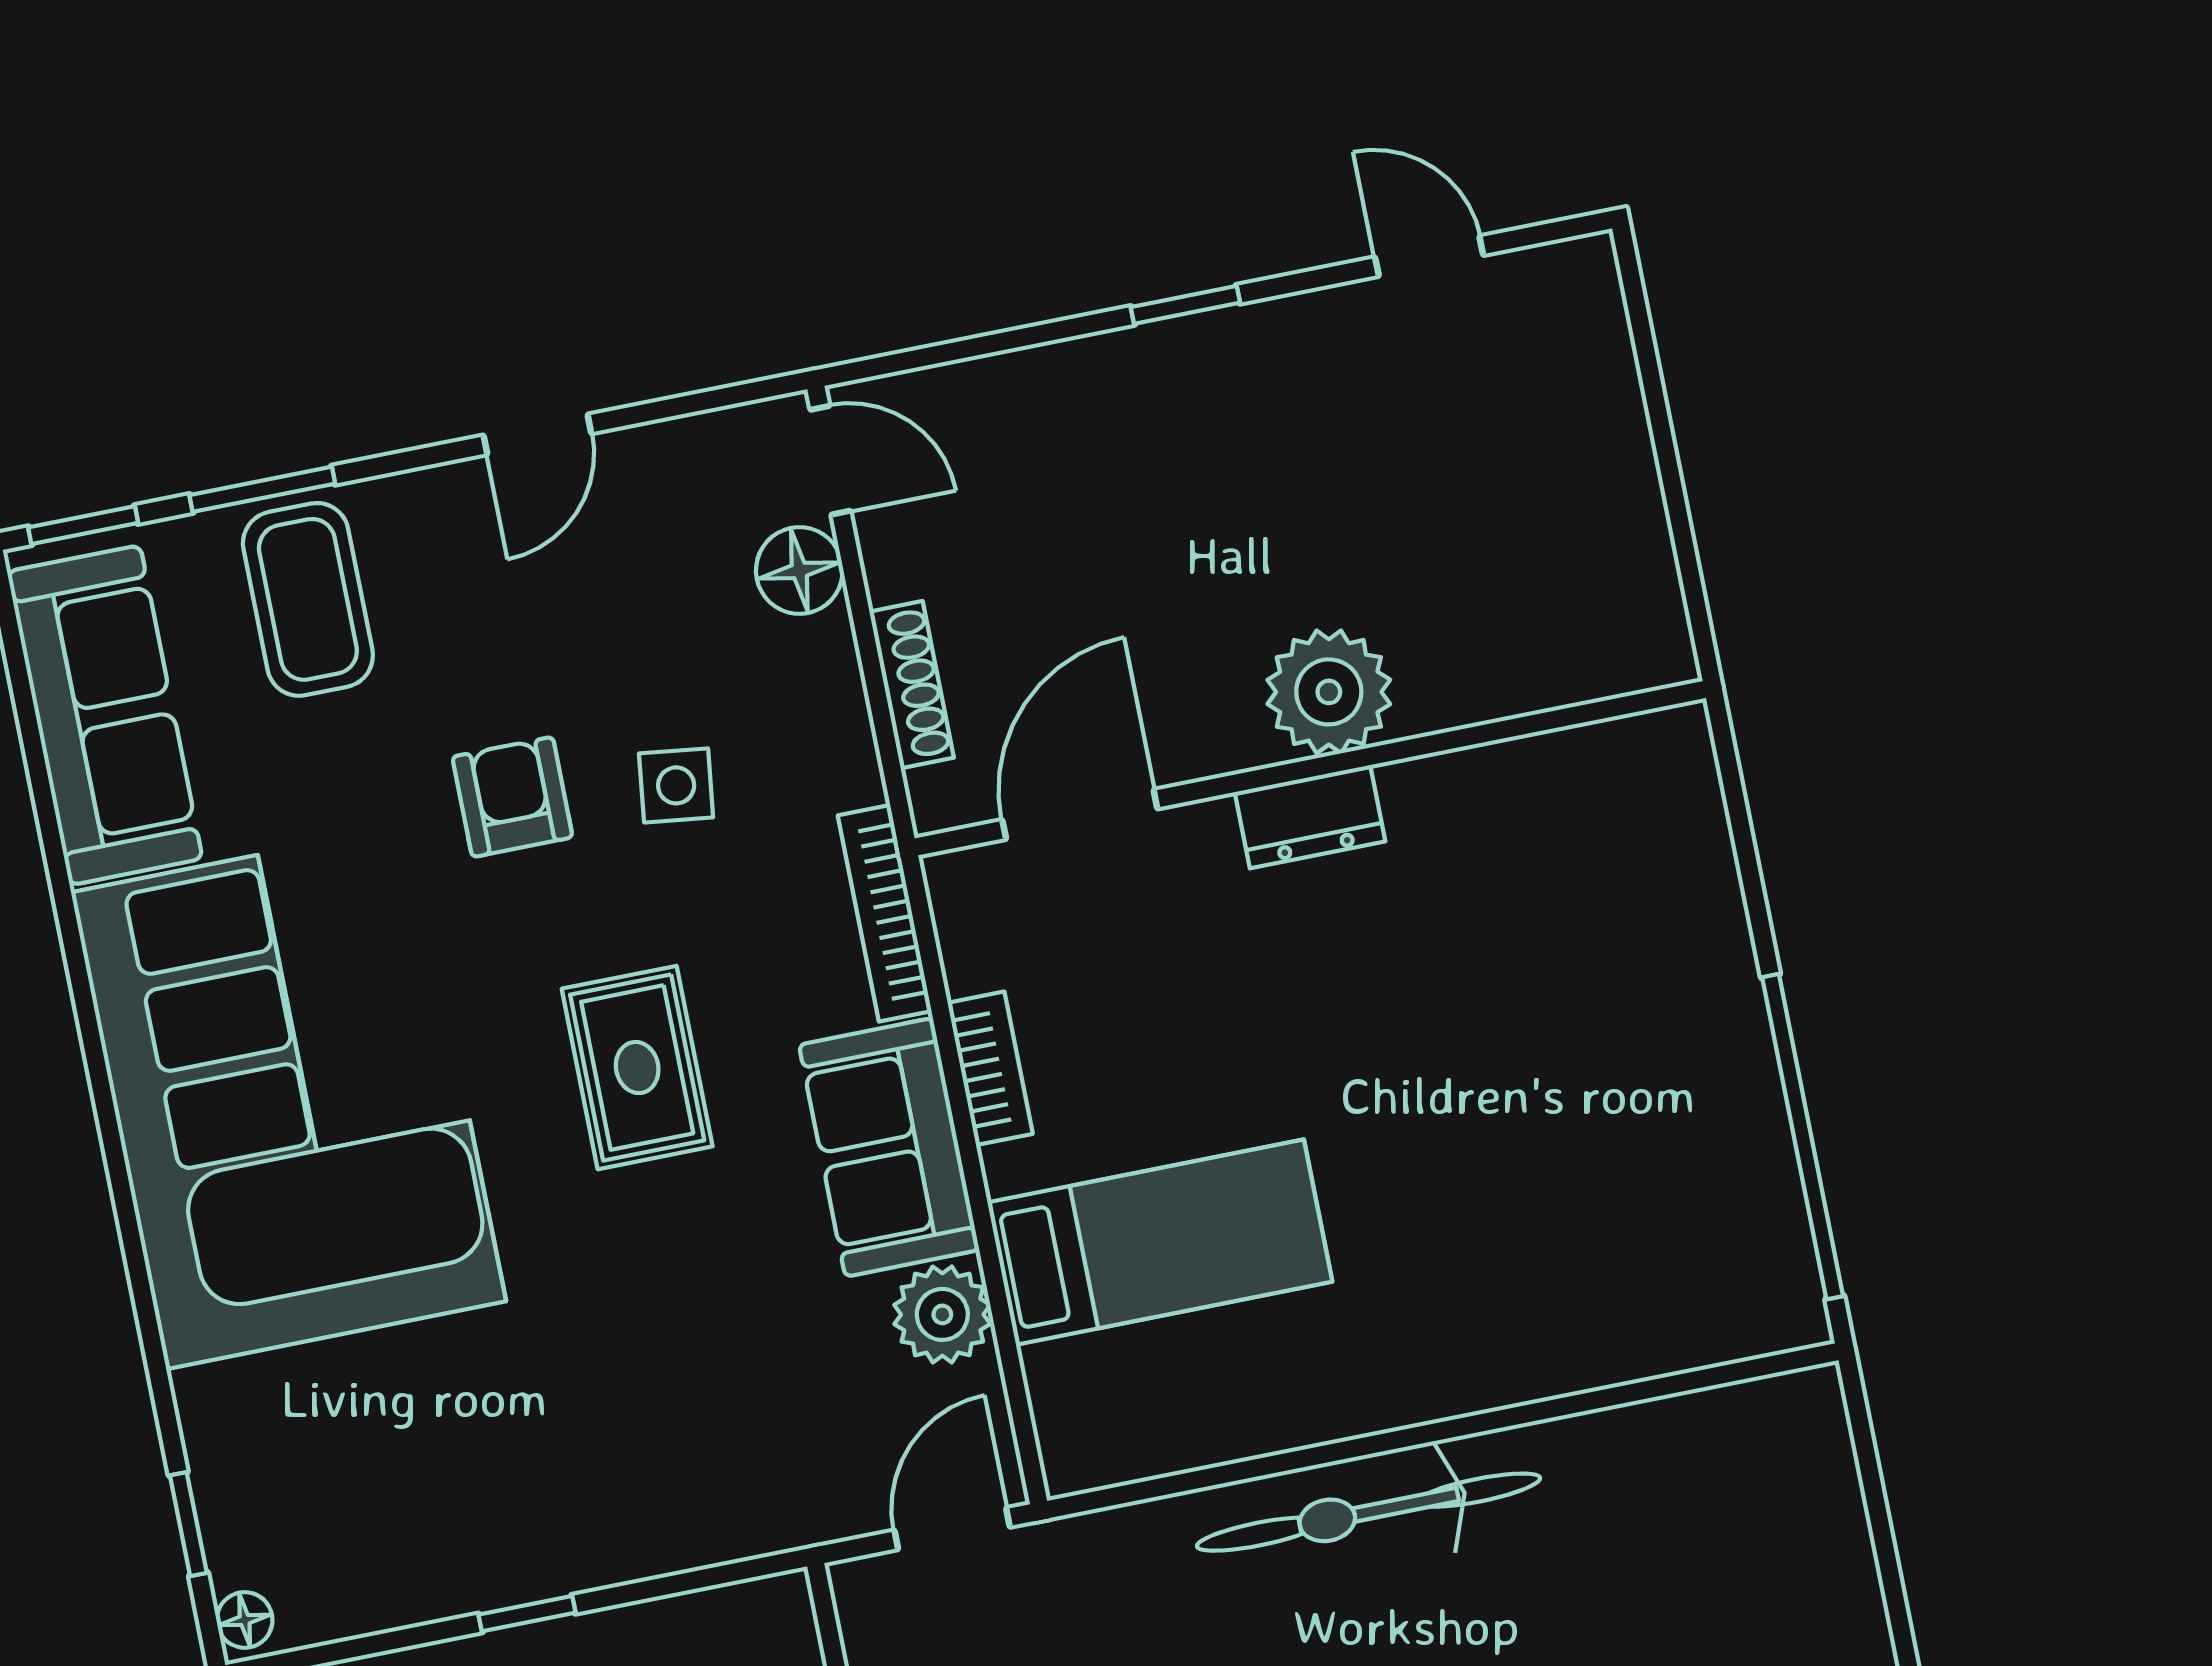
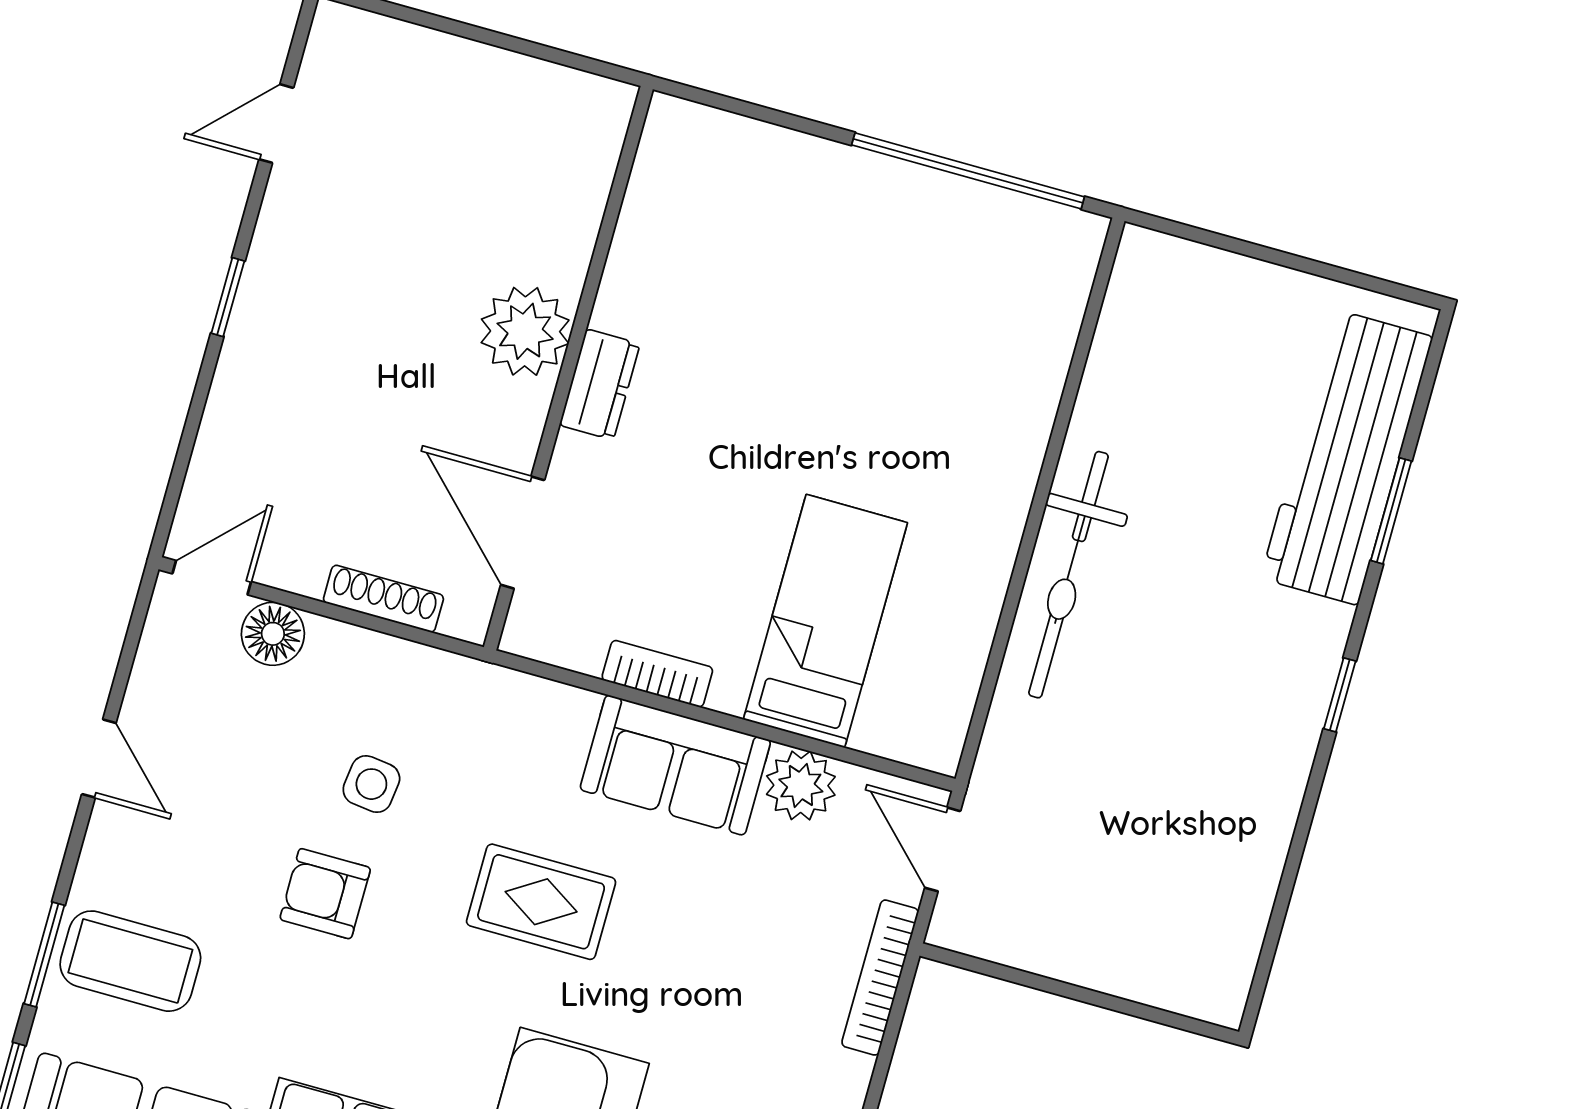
bookcase: (885, 913) -> (880, 978), moved, turned 90

